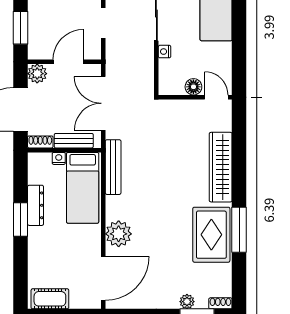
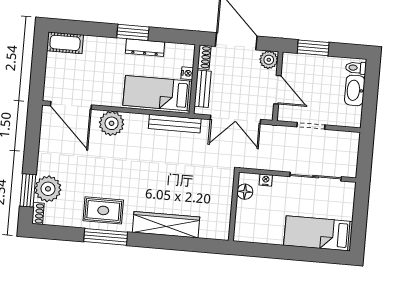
nightstand: (165, 52) -> (266, 180), moved
floor lamp: (193, 87) -> (245, 192), moved
door: (216, 97) -> (232, 226), removed
double door: (103, 103) -> (235, 119), swing flipped
rug: (211, 235) -> (103, 210), width x0.73, depth x0.70
cot: (50, 299) -> (65, 43), moved, turned 90
plant: (187, 302) -> (48, 189), width x1.88, depth x1.88

